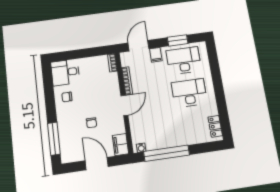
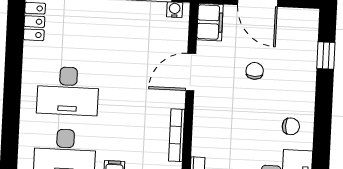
door: (124, 105) -> (191, 72), moved
window: (54, 139) -> (326, 55), width x0.46

